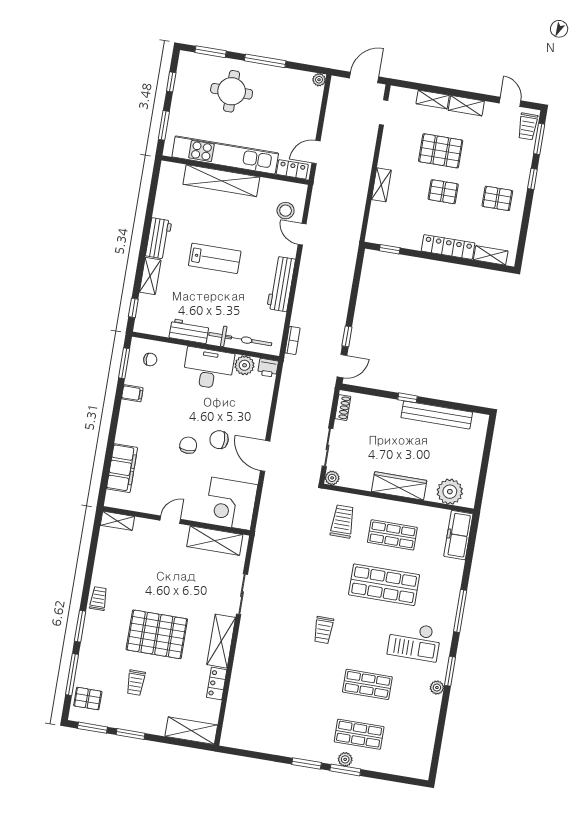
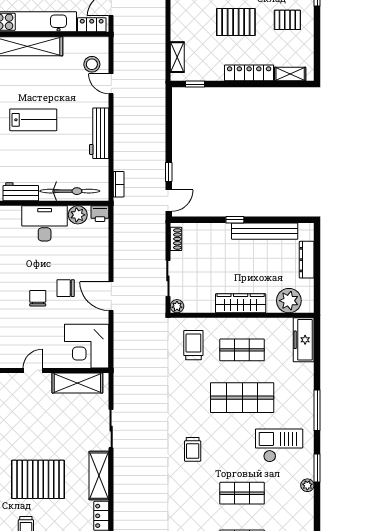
shelving: (381, 185) -> (177, 57), moved
pallet: (443, 192) -> (236, 22), width x1.50, depth x1.42
dresser: (476, 452) -> (307, 260), added
checkout: (414, 641) -> (279, 446), turned 180

